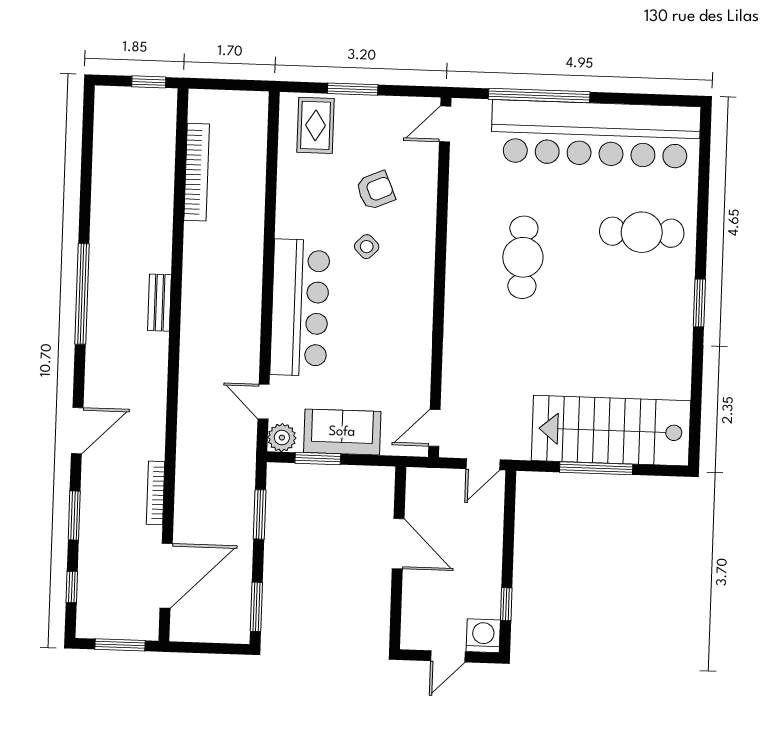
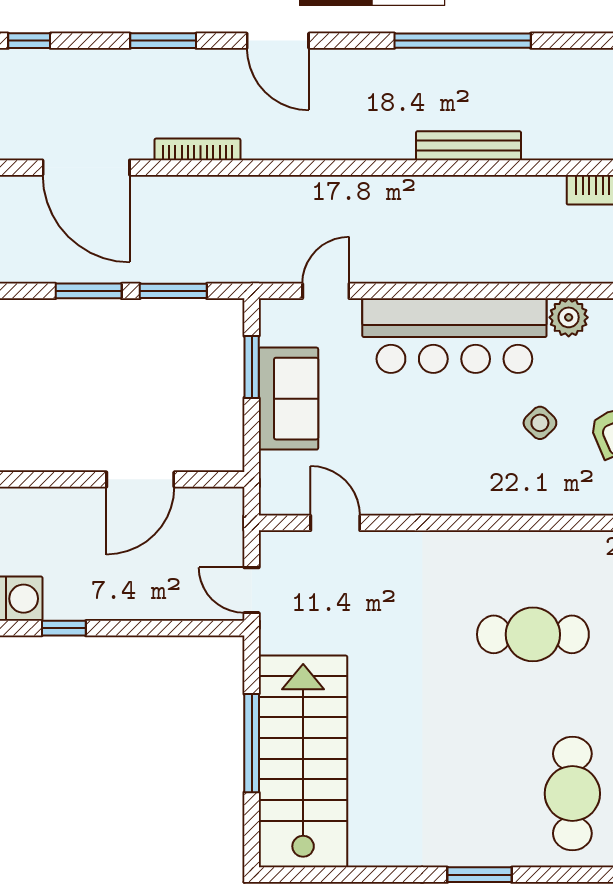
bench: (159, 303) -> (469, 146), width x1.36
door: (434, 428) -> (335, 523), moved
plant: (282, 438) -> (569, 317), moved
window: (72, 587) -> (29, 41), moved
window: (256, 607) -> (89, 291), moved

